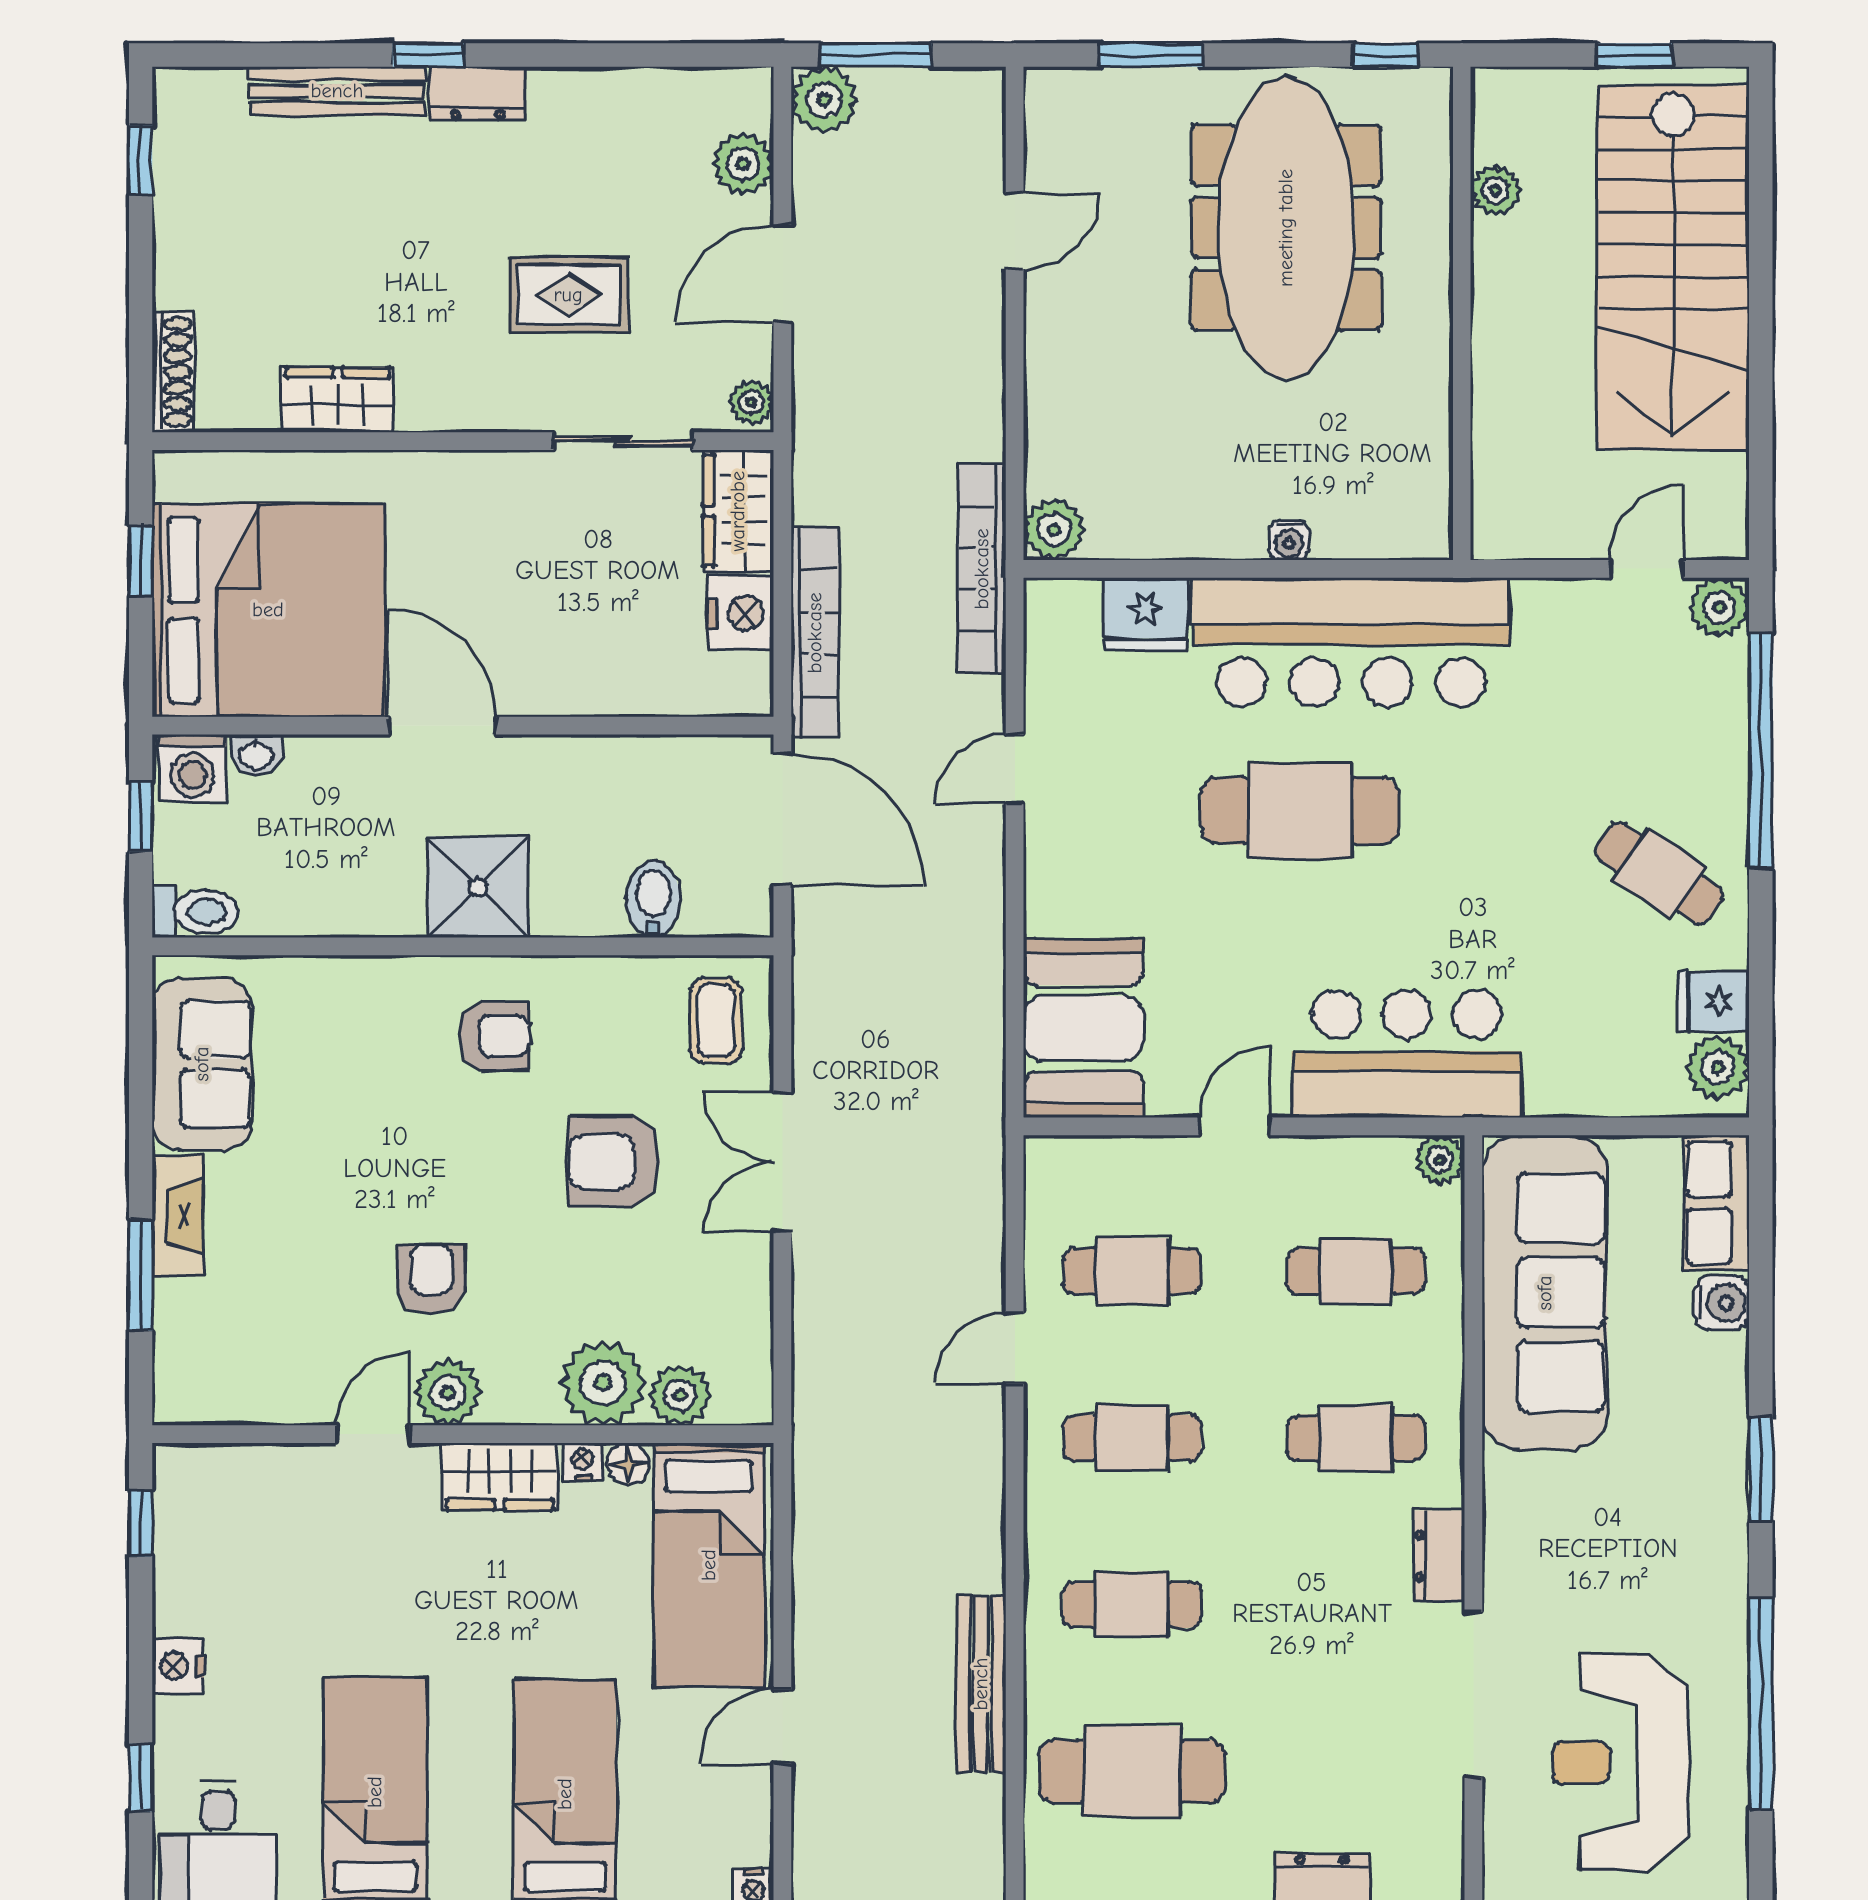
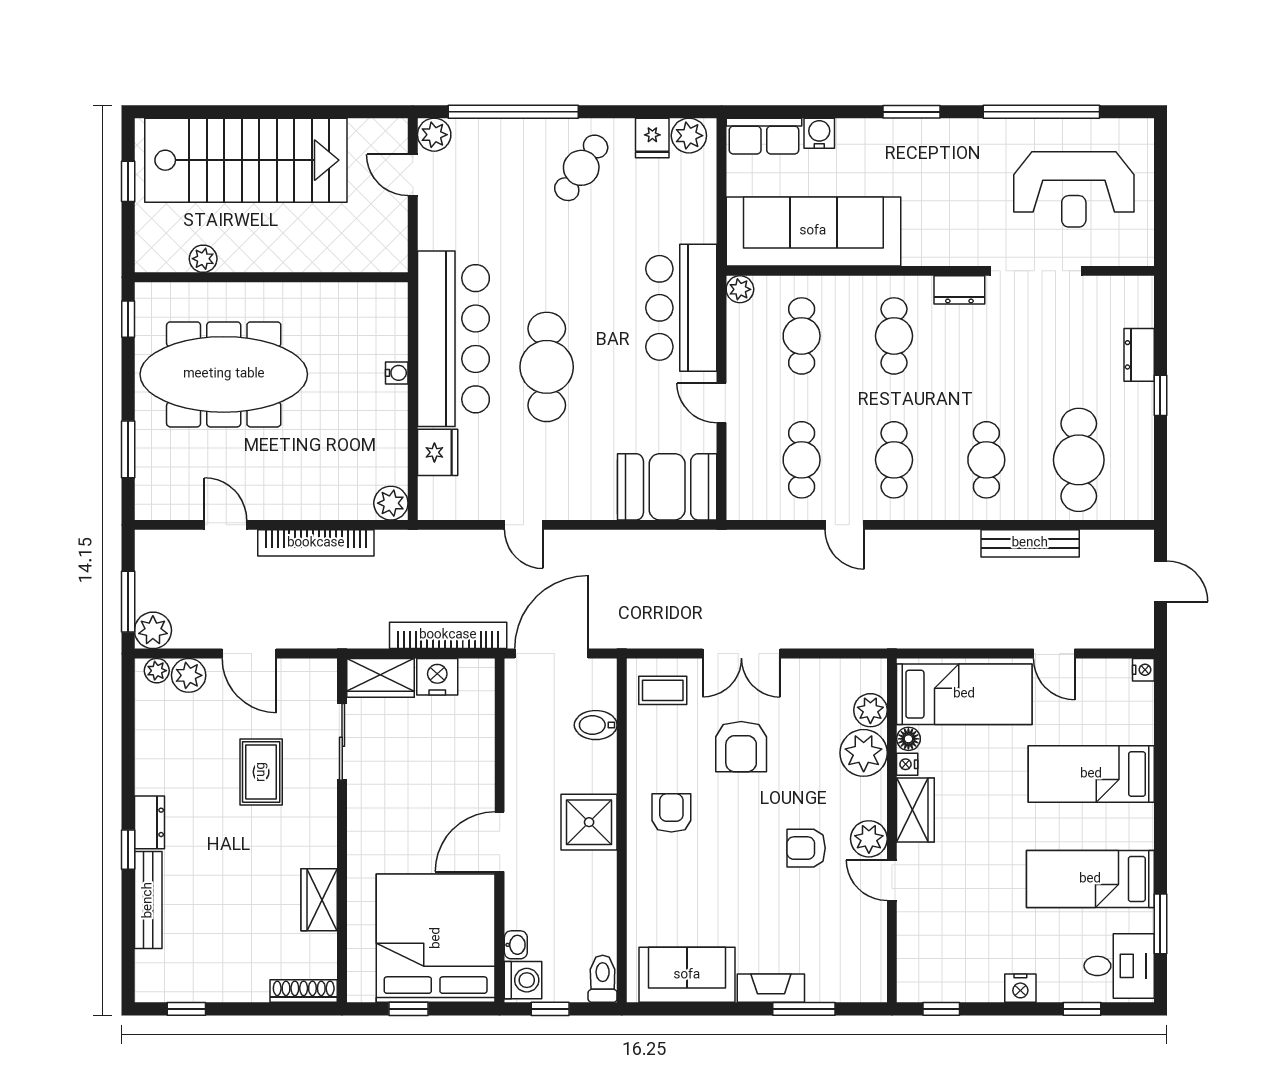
plant: (751, 402) -> (157, 671), moved
bookcase: (982, 569) -> (316, 543), moved

